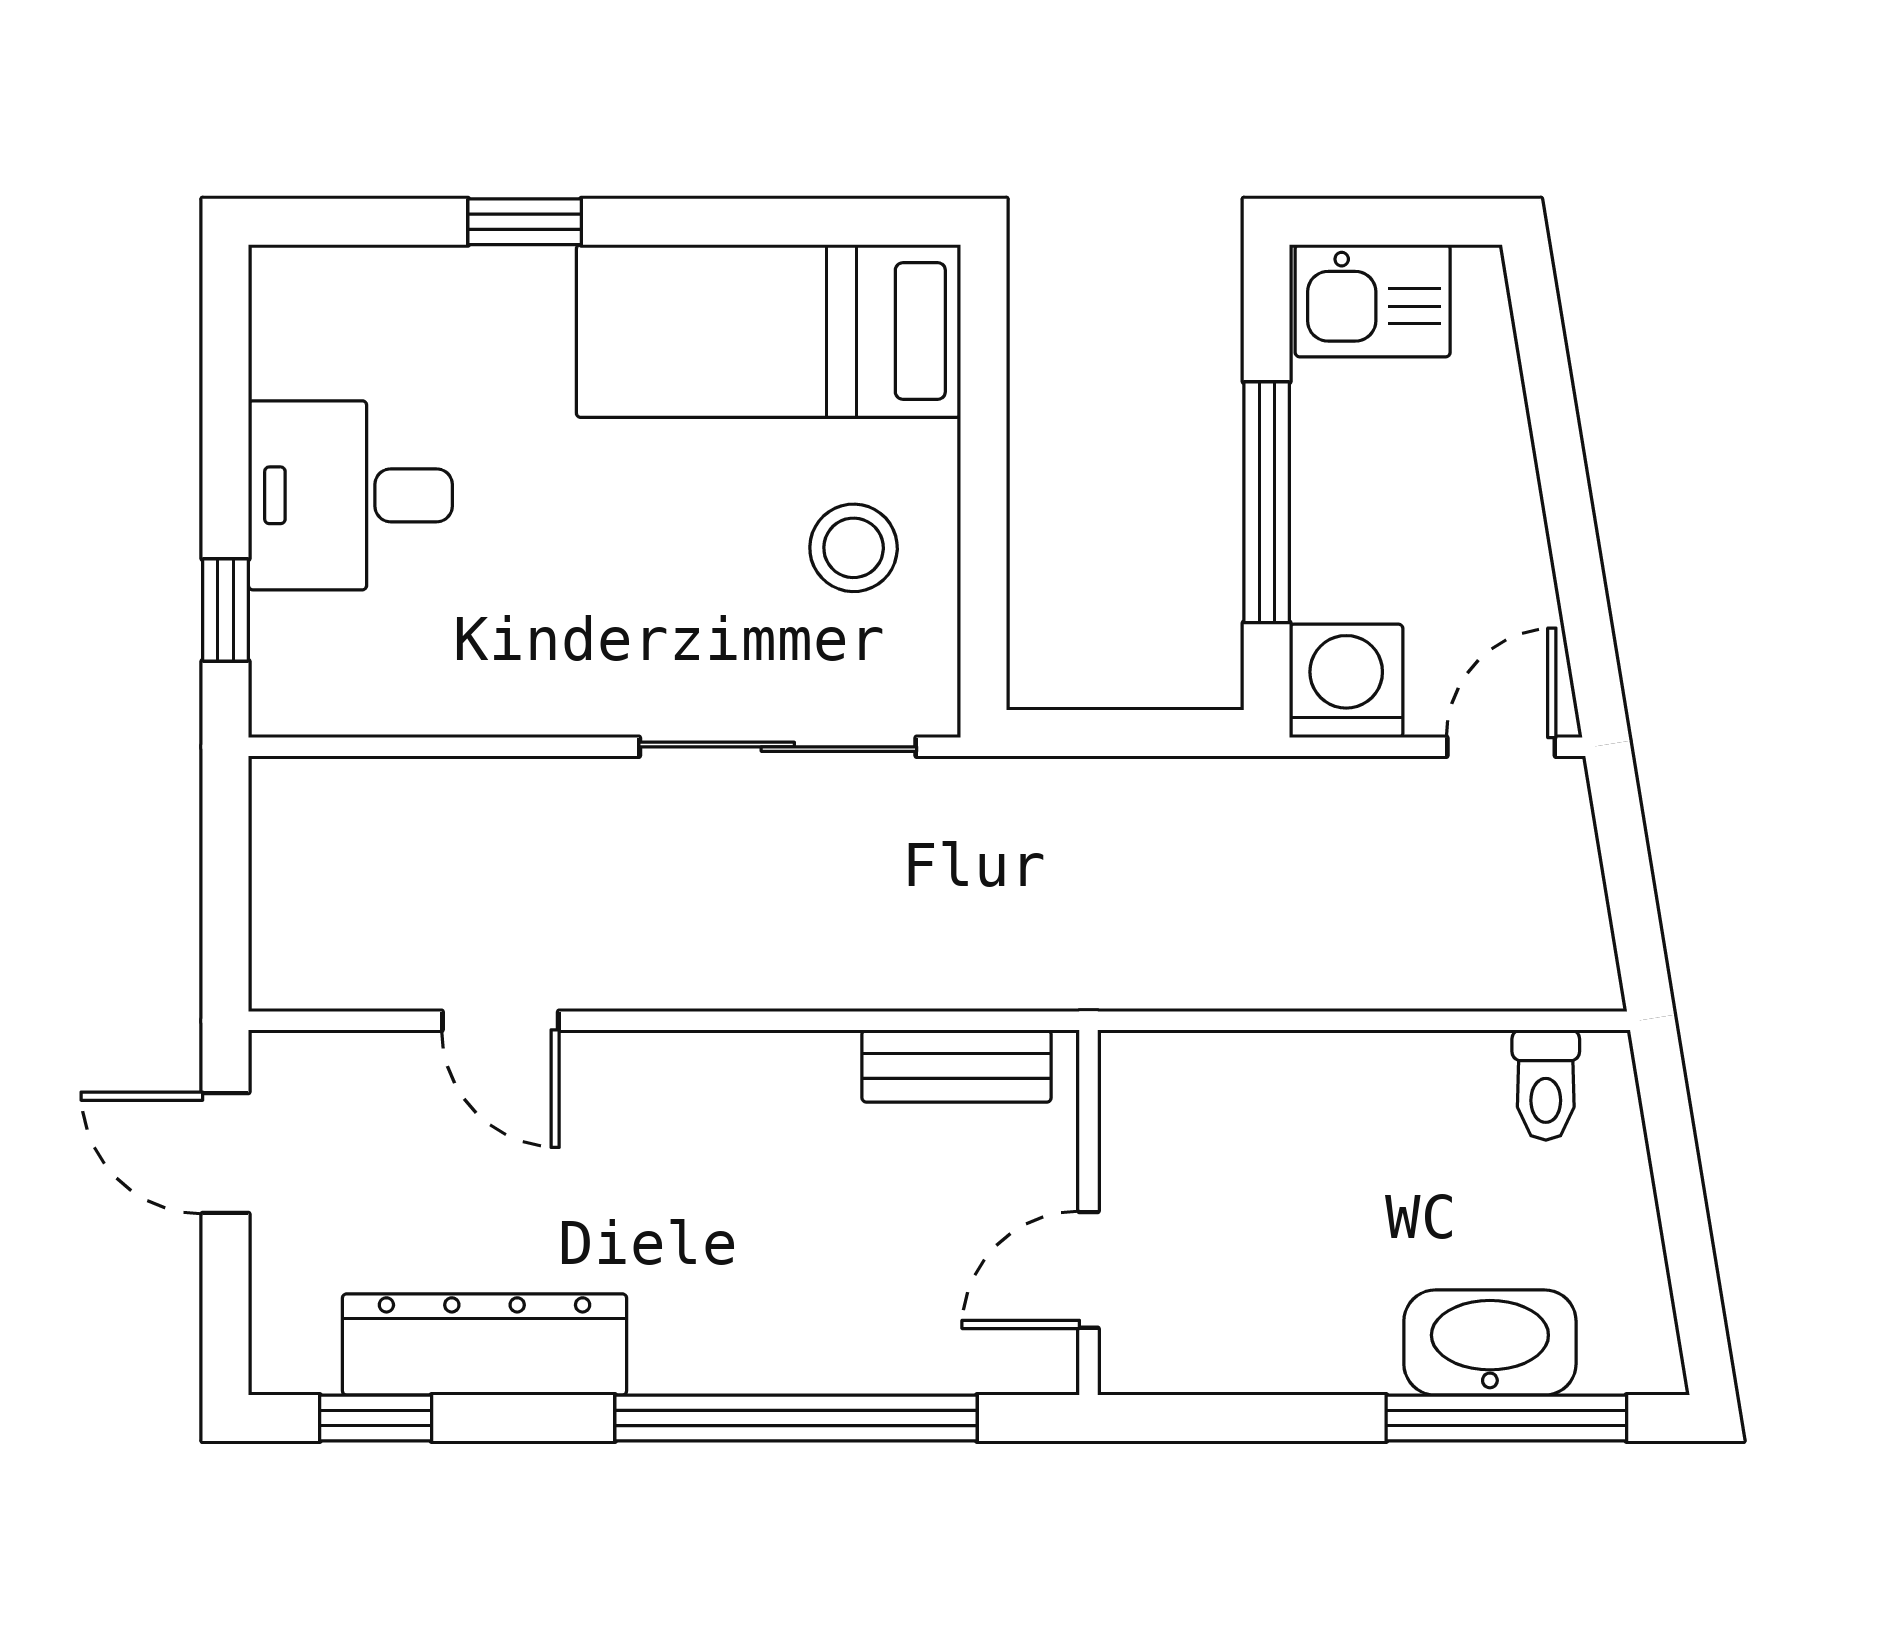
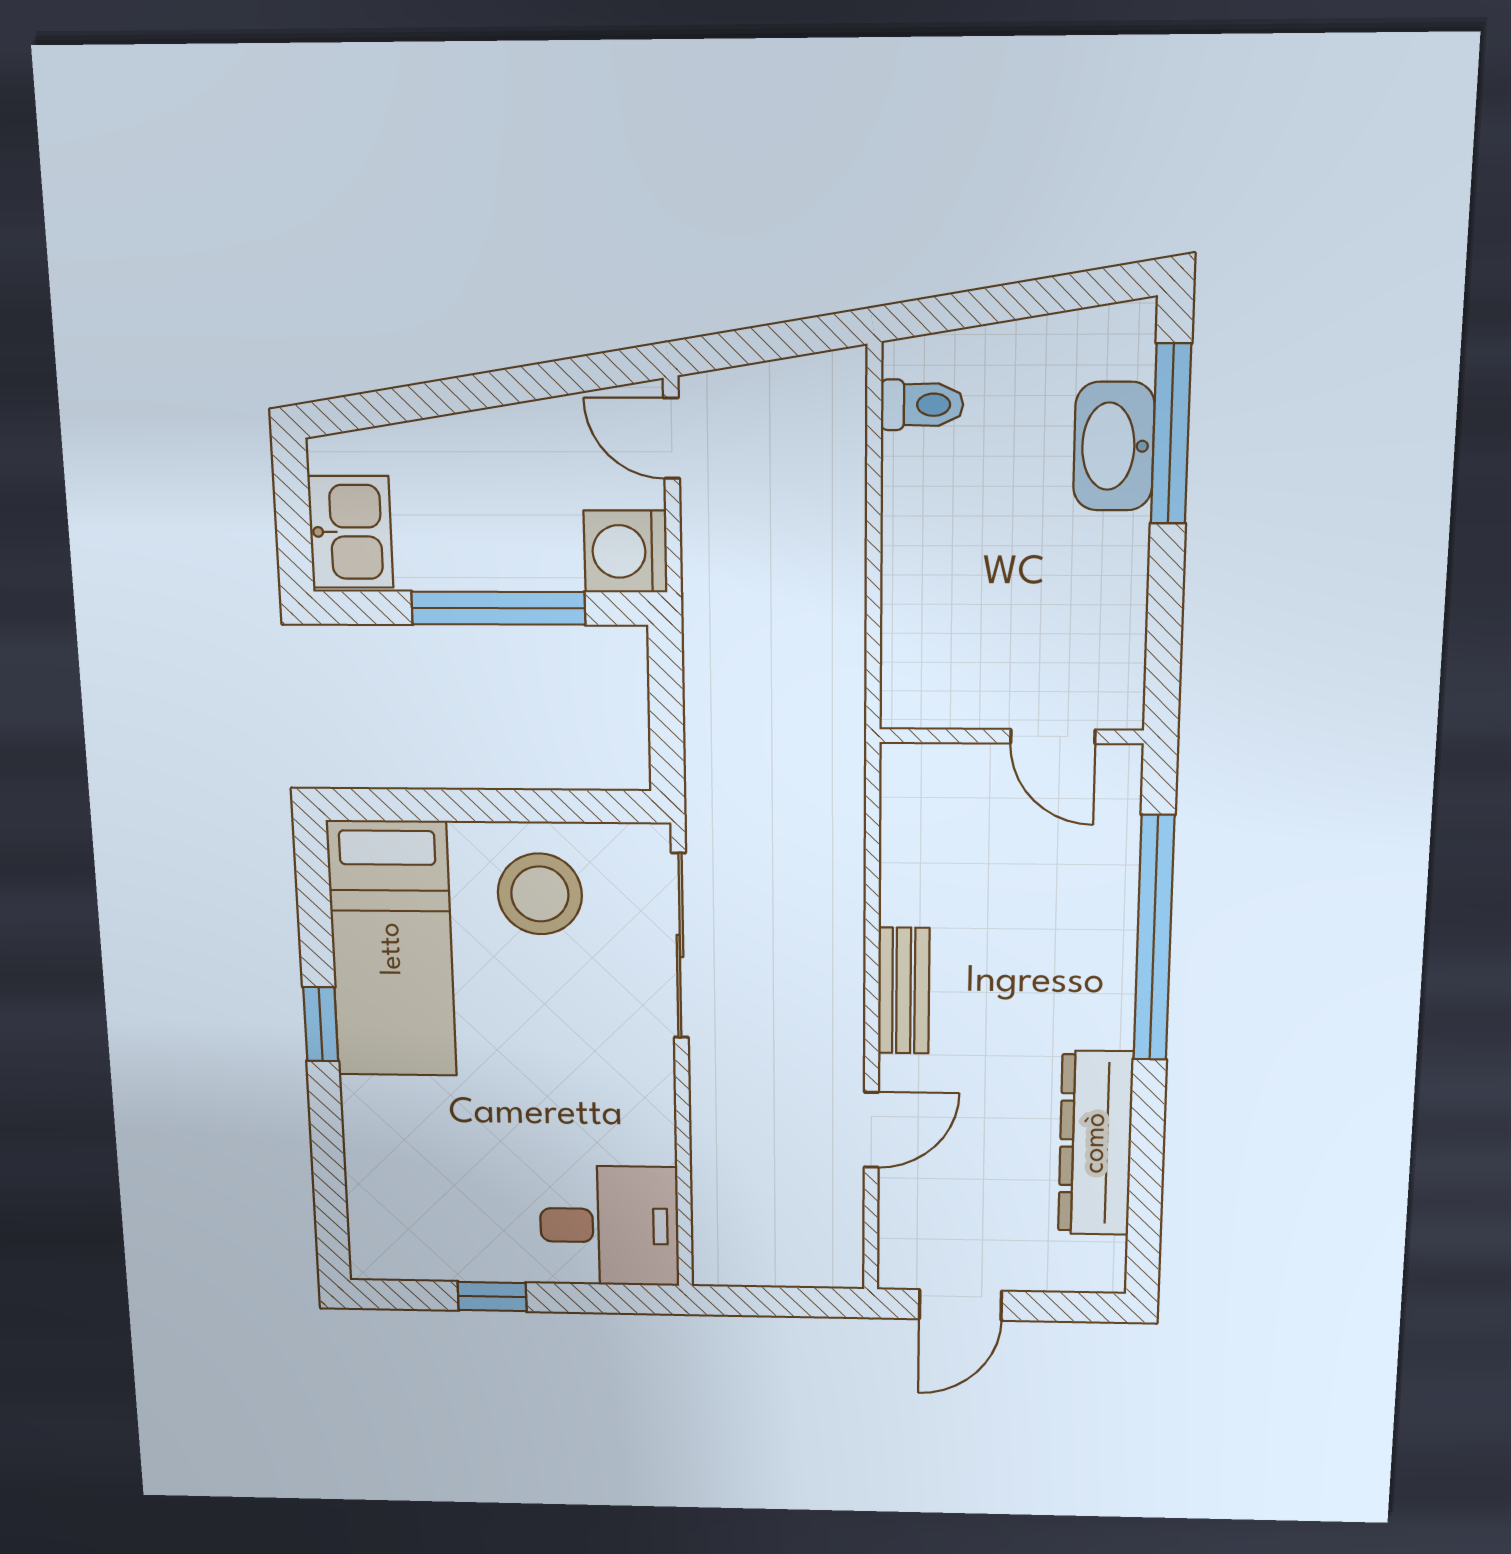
window: (525, 222) -> (321, 1024), moved
desk: (350, 495) -> (609, 1226), moved, turned -90
stool: (854, 548) -> (540, 894), width x1.38, depth x1.38
window: (226, 610) -> (492, 1297), moved
bench: (957, 1066) -> (904, 991), moved
window: (376, 1418) -> (1145, 1214), removed

